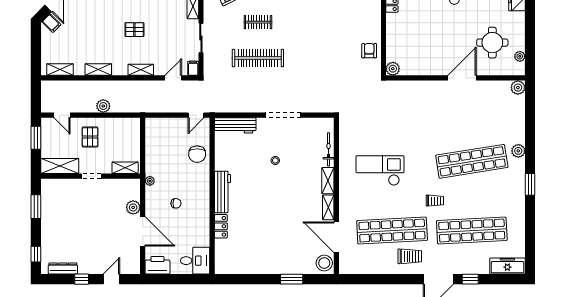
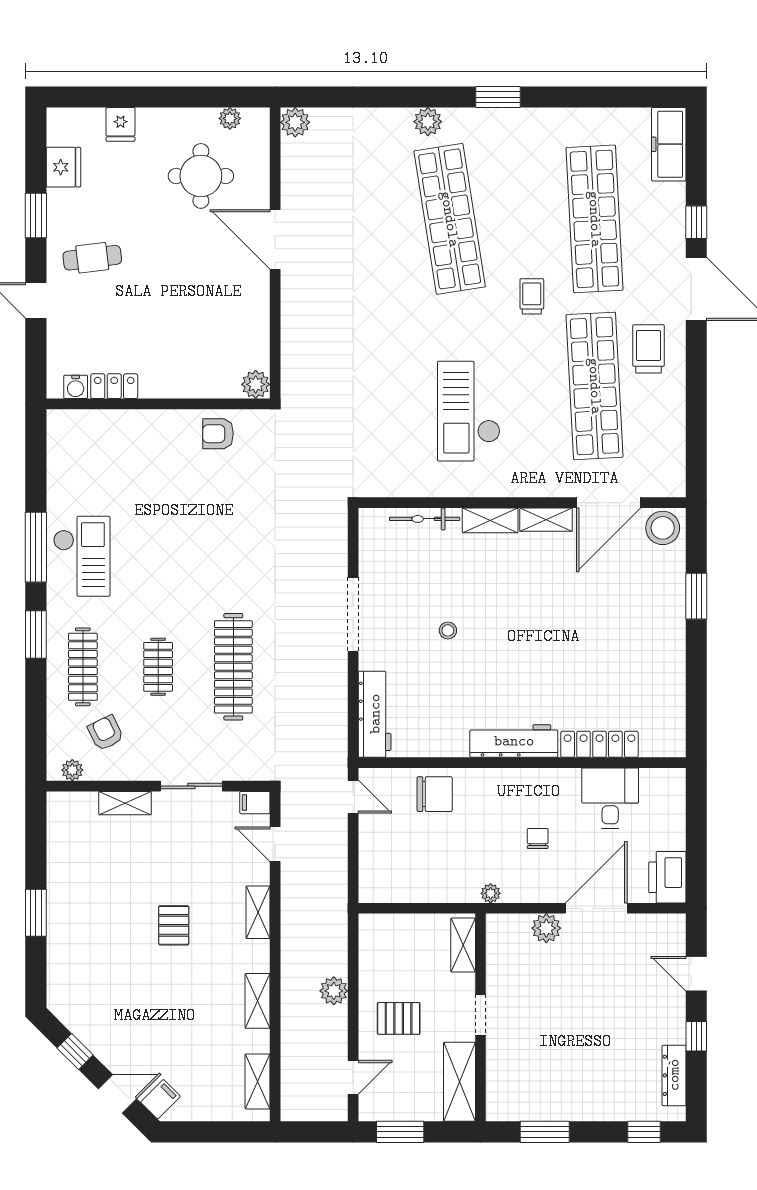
locker: (221, 226) -> (599, 744), width x1.53
desk: (195, 261) -> (610, 798), moved

